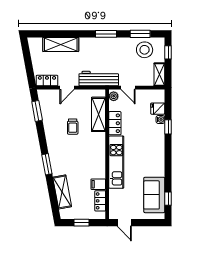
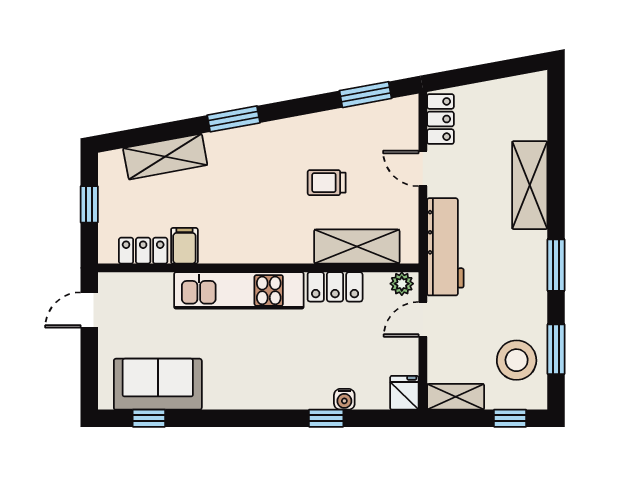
shelving: (61, 44) -> (530, 185), moved
fridge: (158, 109) -> (404, 393), moved

